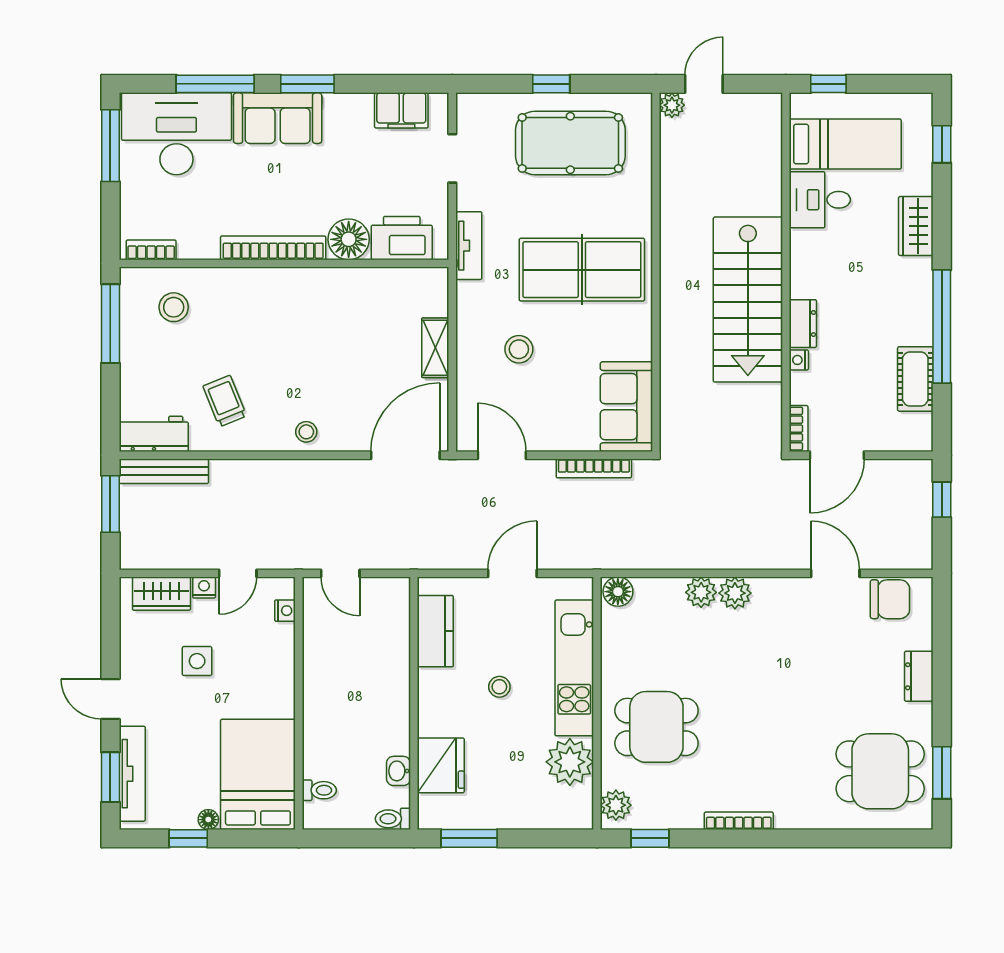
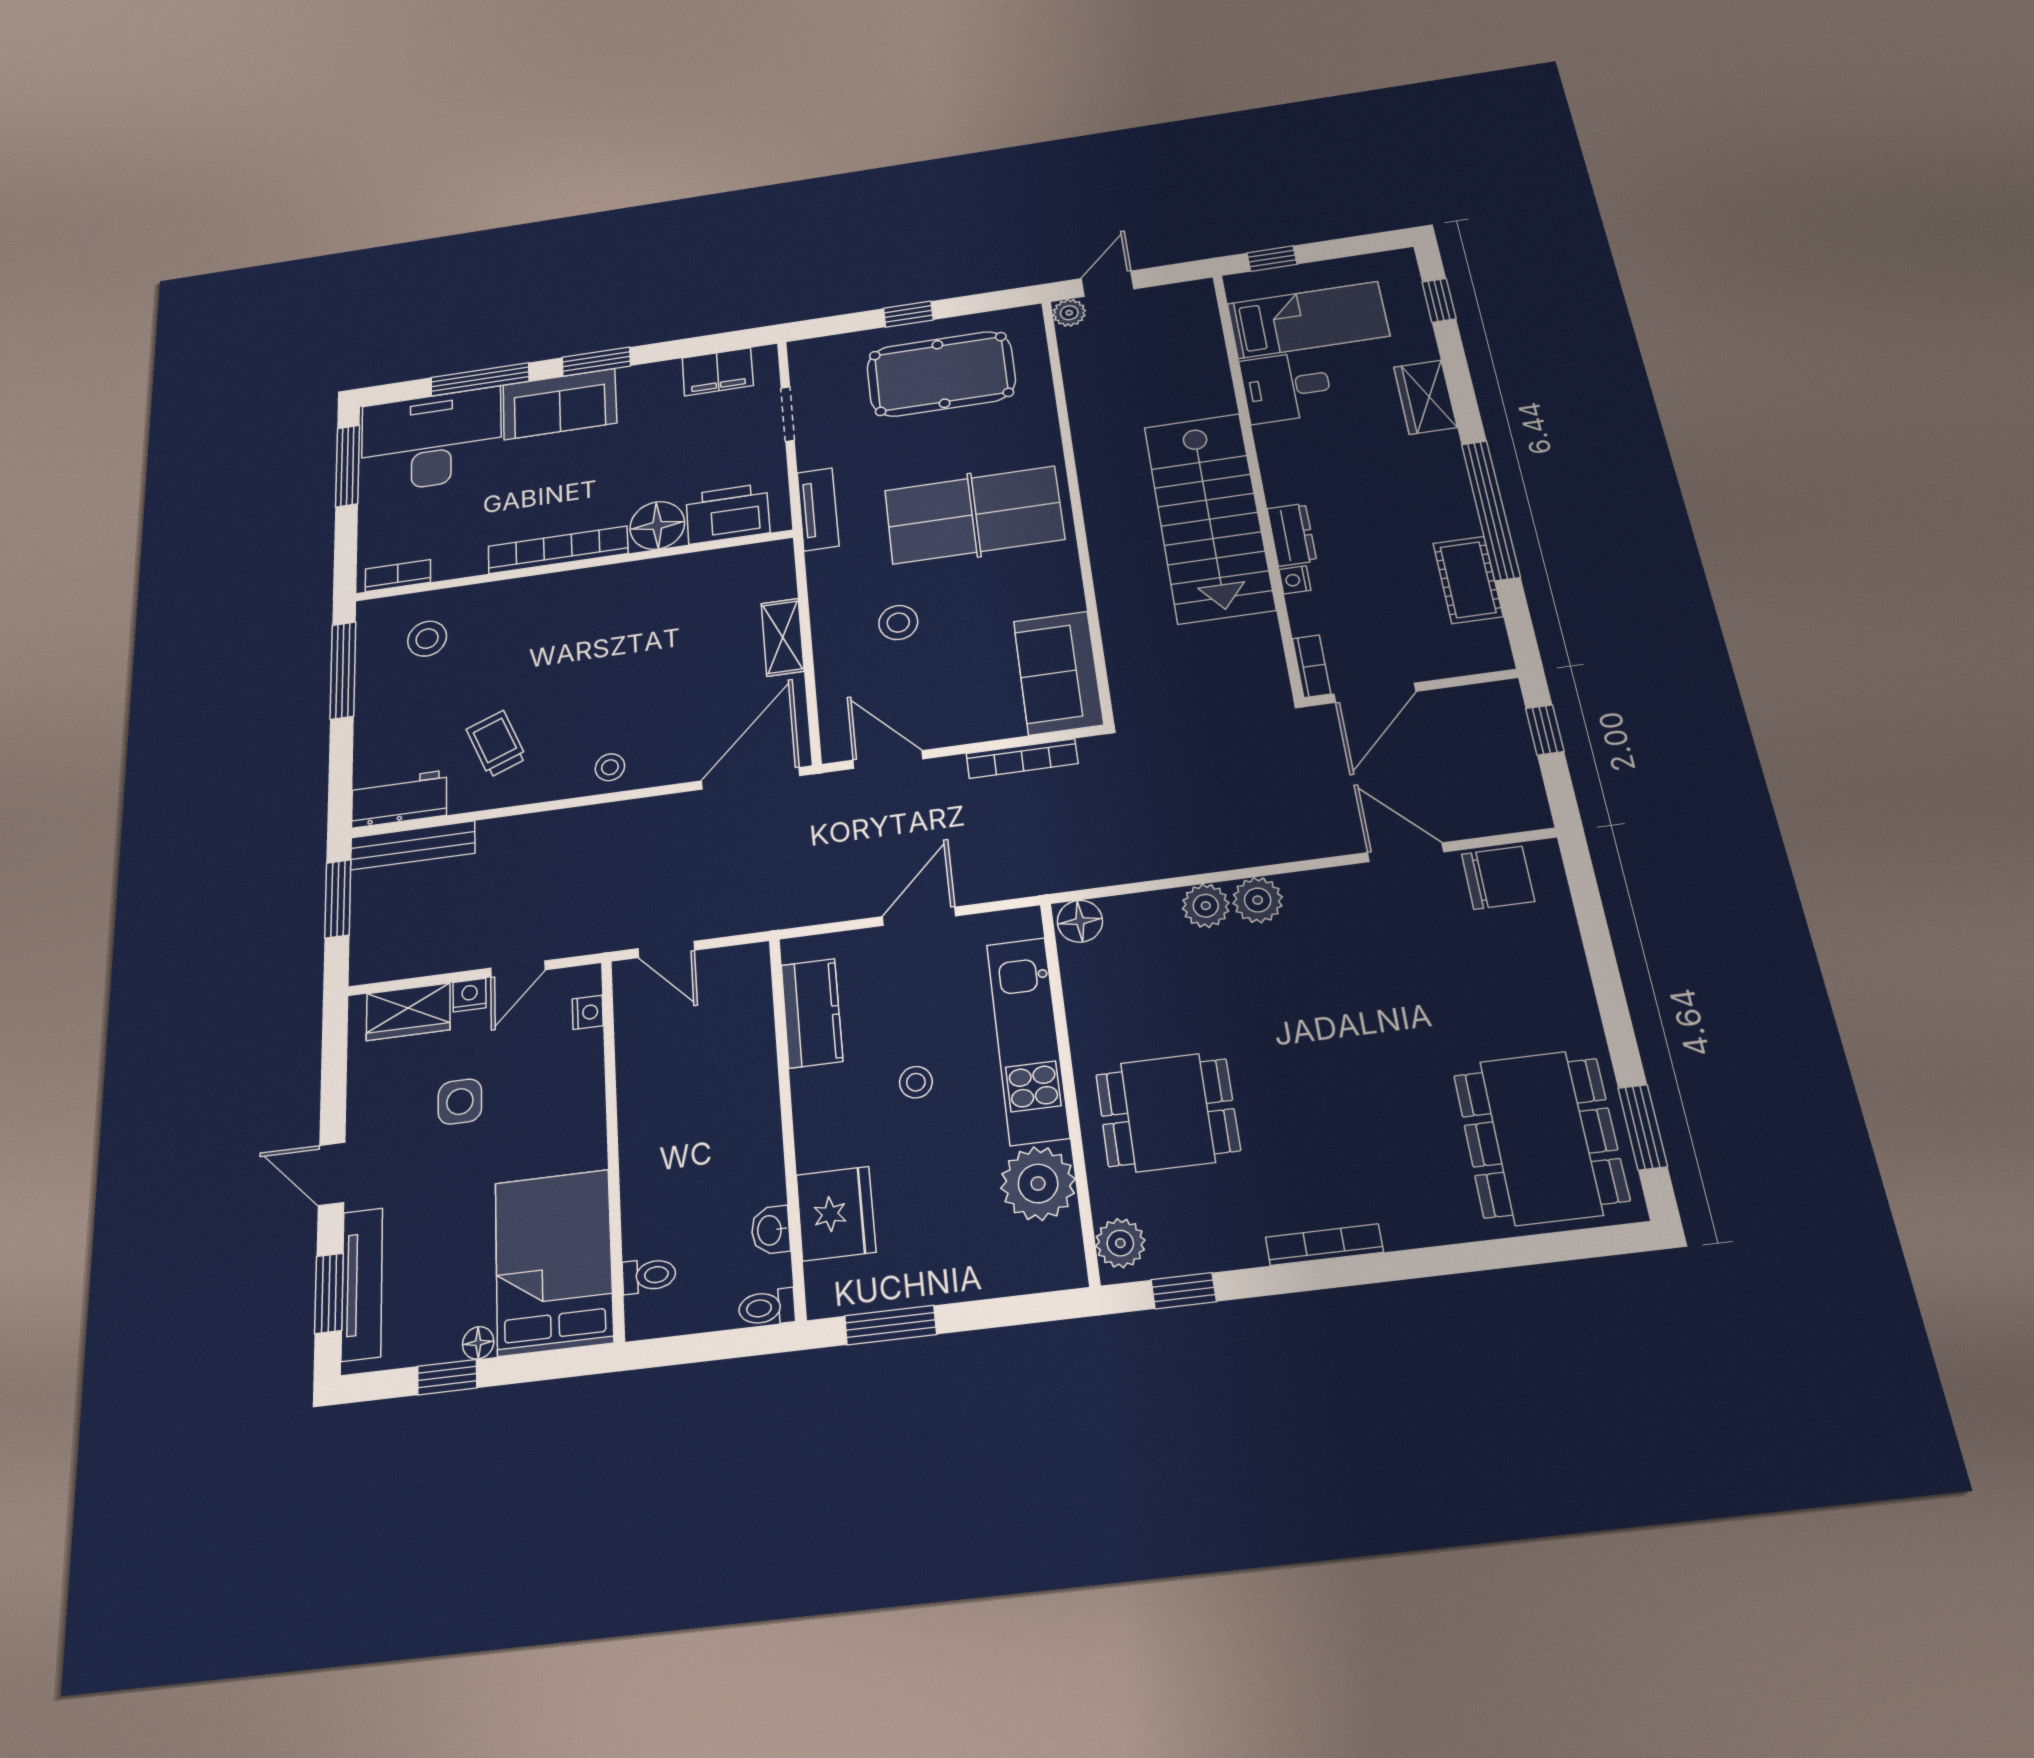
dresser: (919, 676) -> (1569, 984), removed
dining table: (880, 771) -> (1541, 1137), width x1.38

